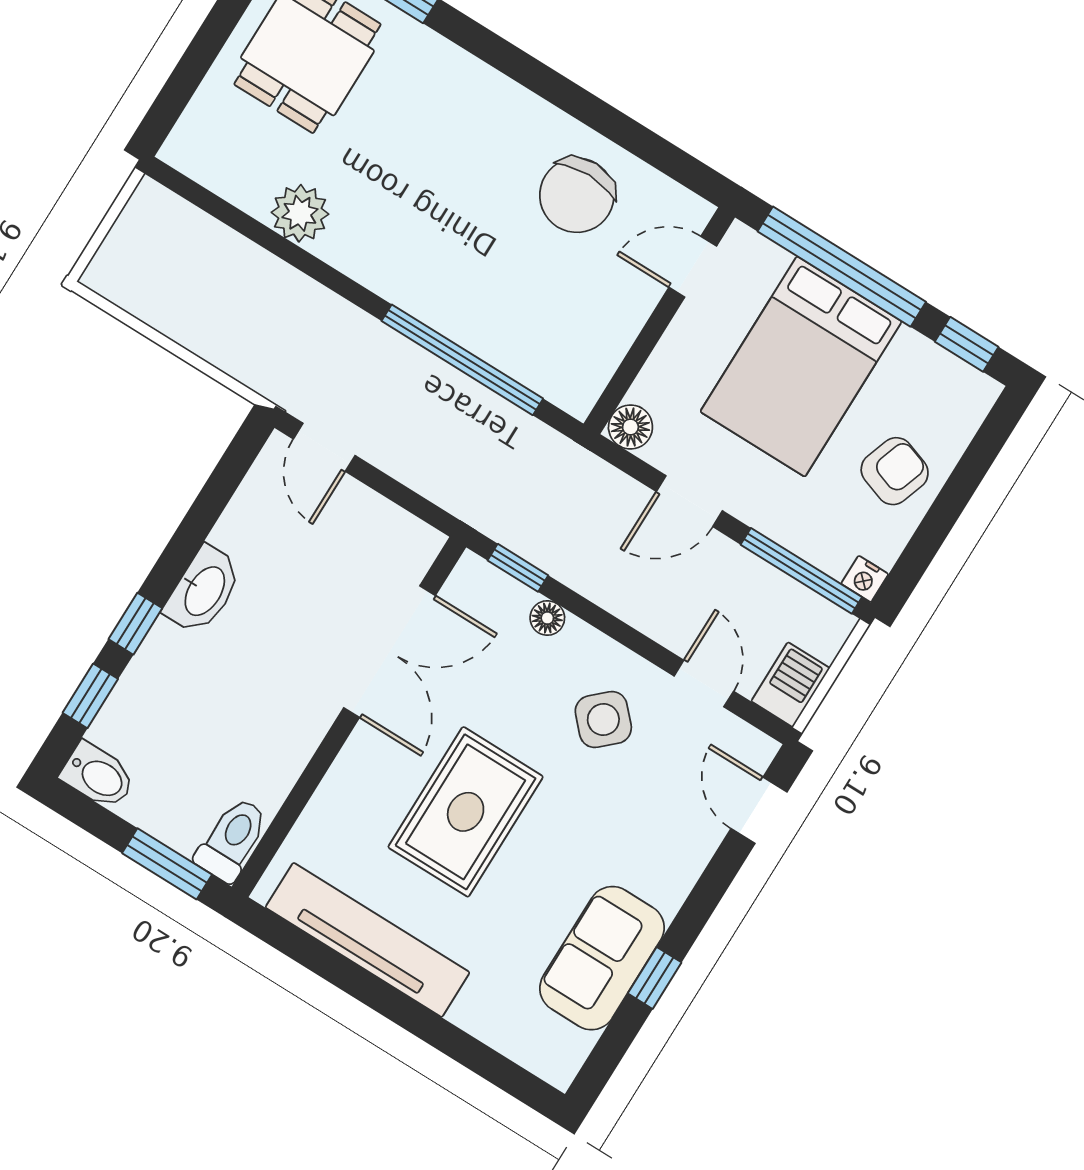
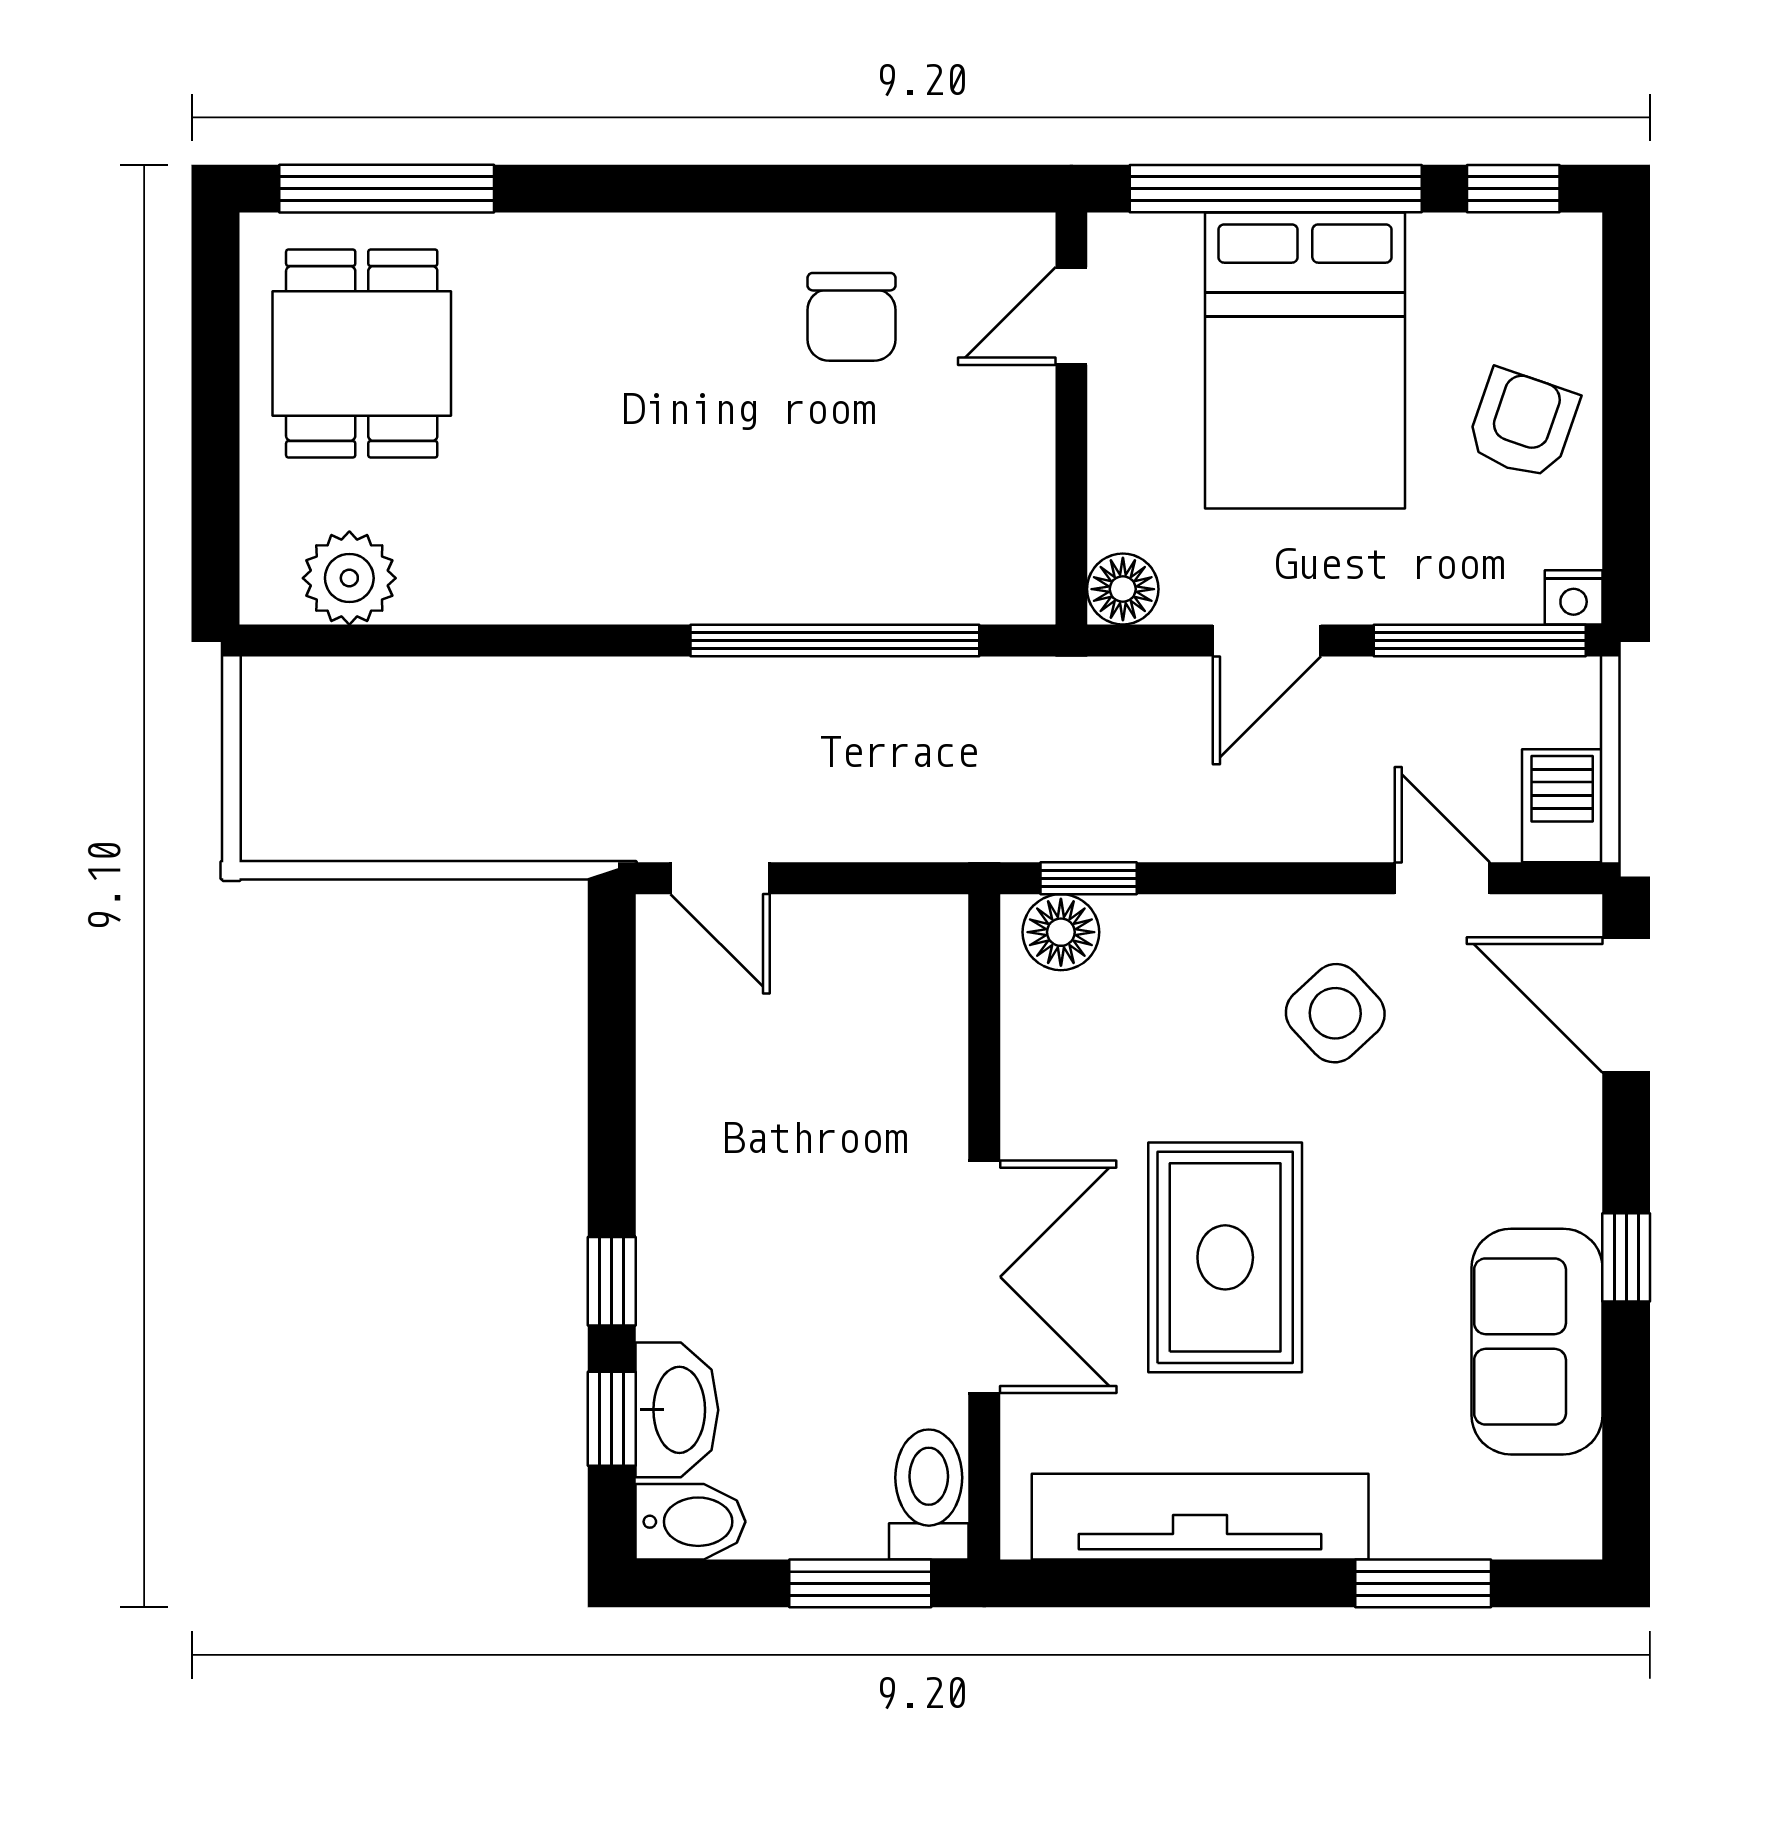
chair: (577, 195) -> (851, 317), width x0.73, depth x0.73
plant: (300, 213) -> (349, 578), moved
washbasin: (204, 590) -> (677, 1410), moved
floor lamp: (547, 618) -> (1061, 932), moved, width x1.37, depth x1.37
double door: (390, 652) -> (984, 1277), moved
door: (759, 810) -> (1626, 1005), width x1.38
window: (655, 978) -> (1626, 1257), moved
window: (463, 1048) -> (1423, 1583), added

